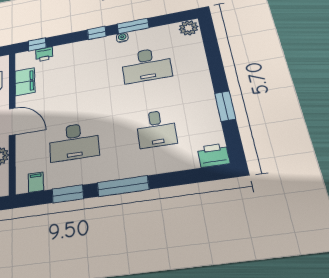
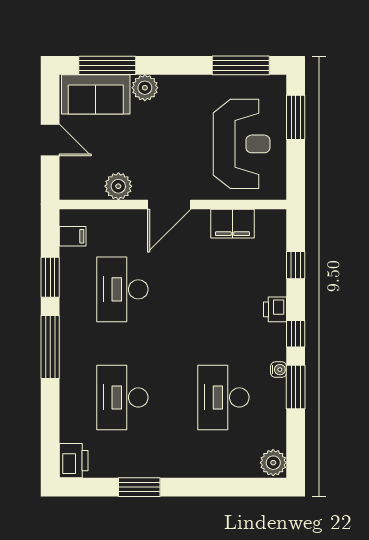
window: (37, 44) -> (296, 265), moved
printer: (44, 54) -> (275, 309), moved
desk: (156, 129) -> (122, 397), width x1.37

